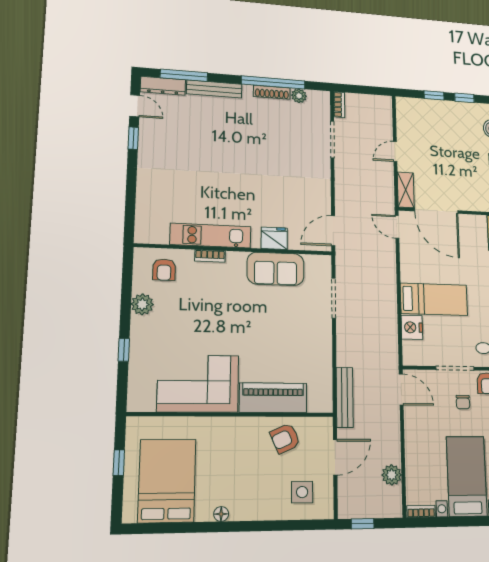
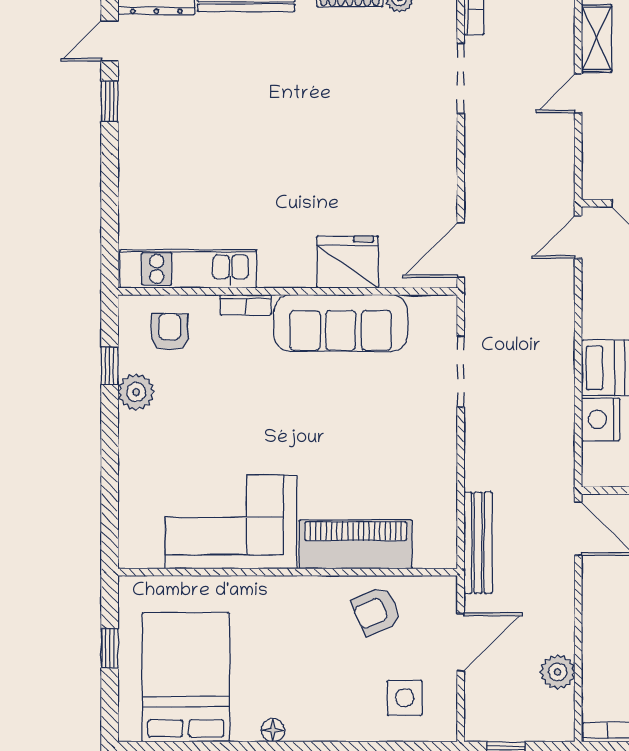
door: (135, 106) -> (110, 41), swing flipped
shelving: (406, 190) -> (597, 38), moved
door: (397, 227) -> (578, 237), hinge flipped
kitchen unit: (211, 236) -> (188, 269), moved
fridge: (274, 238) -> (348, 262), width x1.36, depth x1.34
sofa: (276, 269) -> (341, 323), width x1.36
armchair: (164, 270) -> (170, 332), turned 180
window: (124, 350) -> (110, 366), moved

